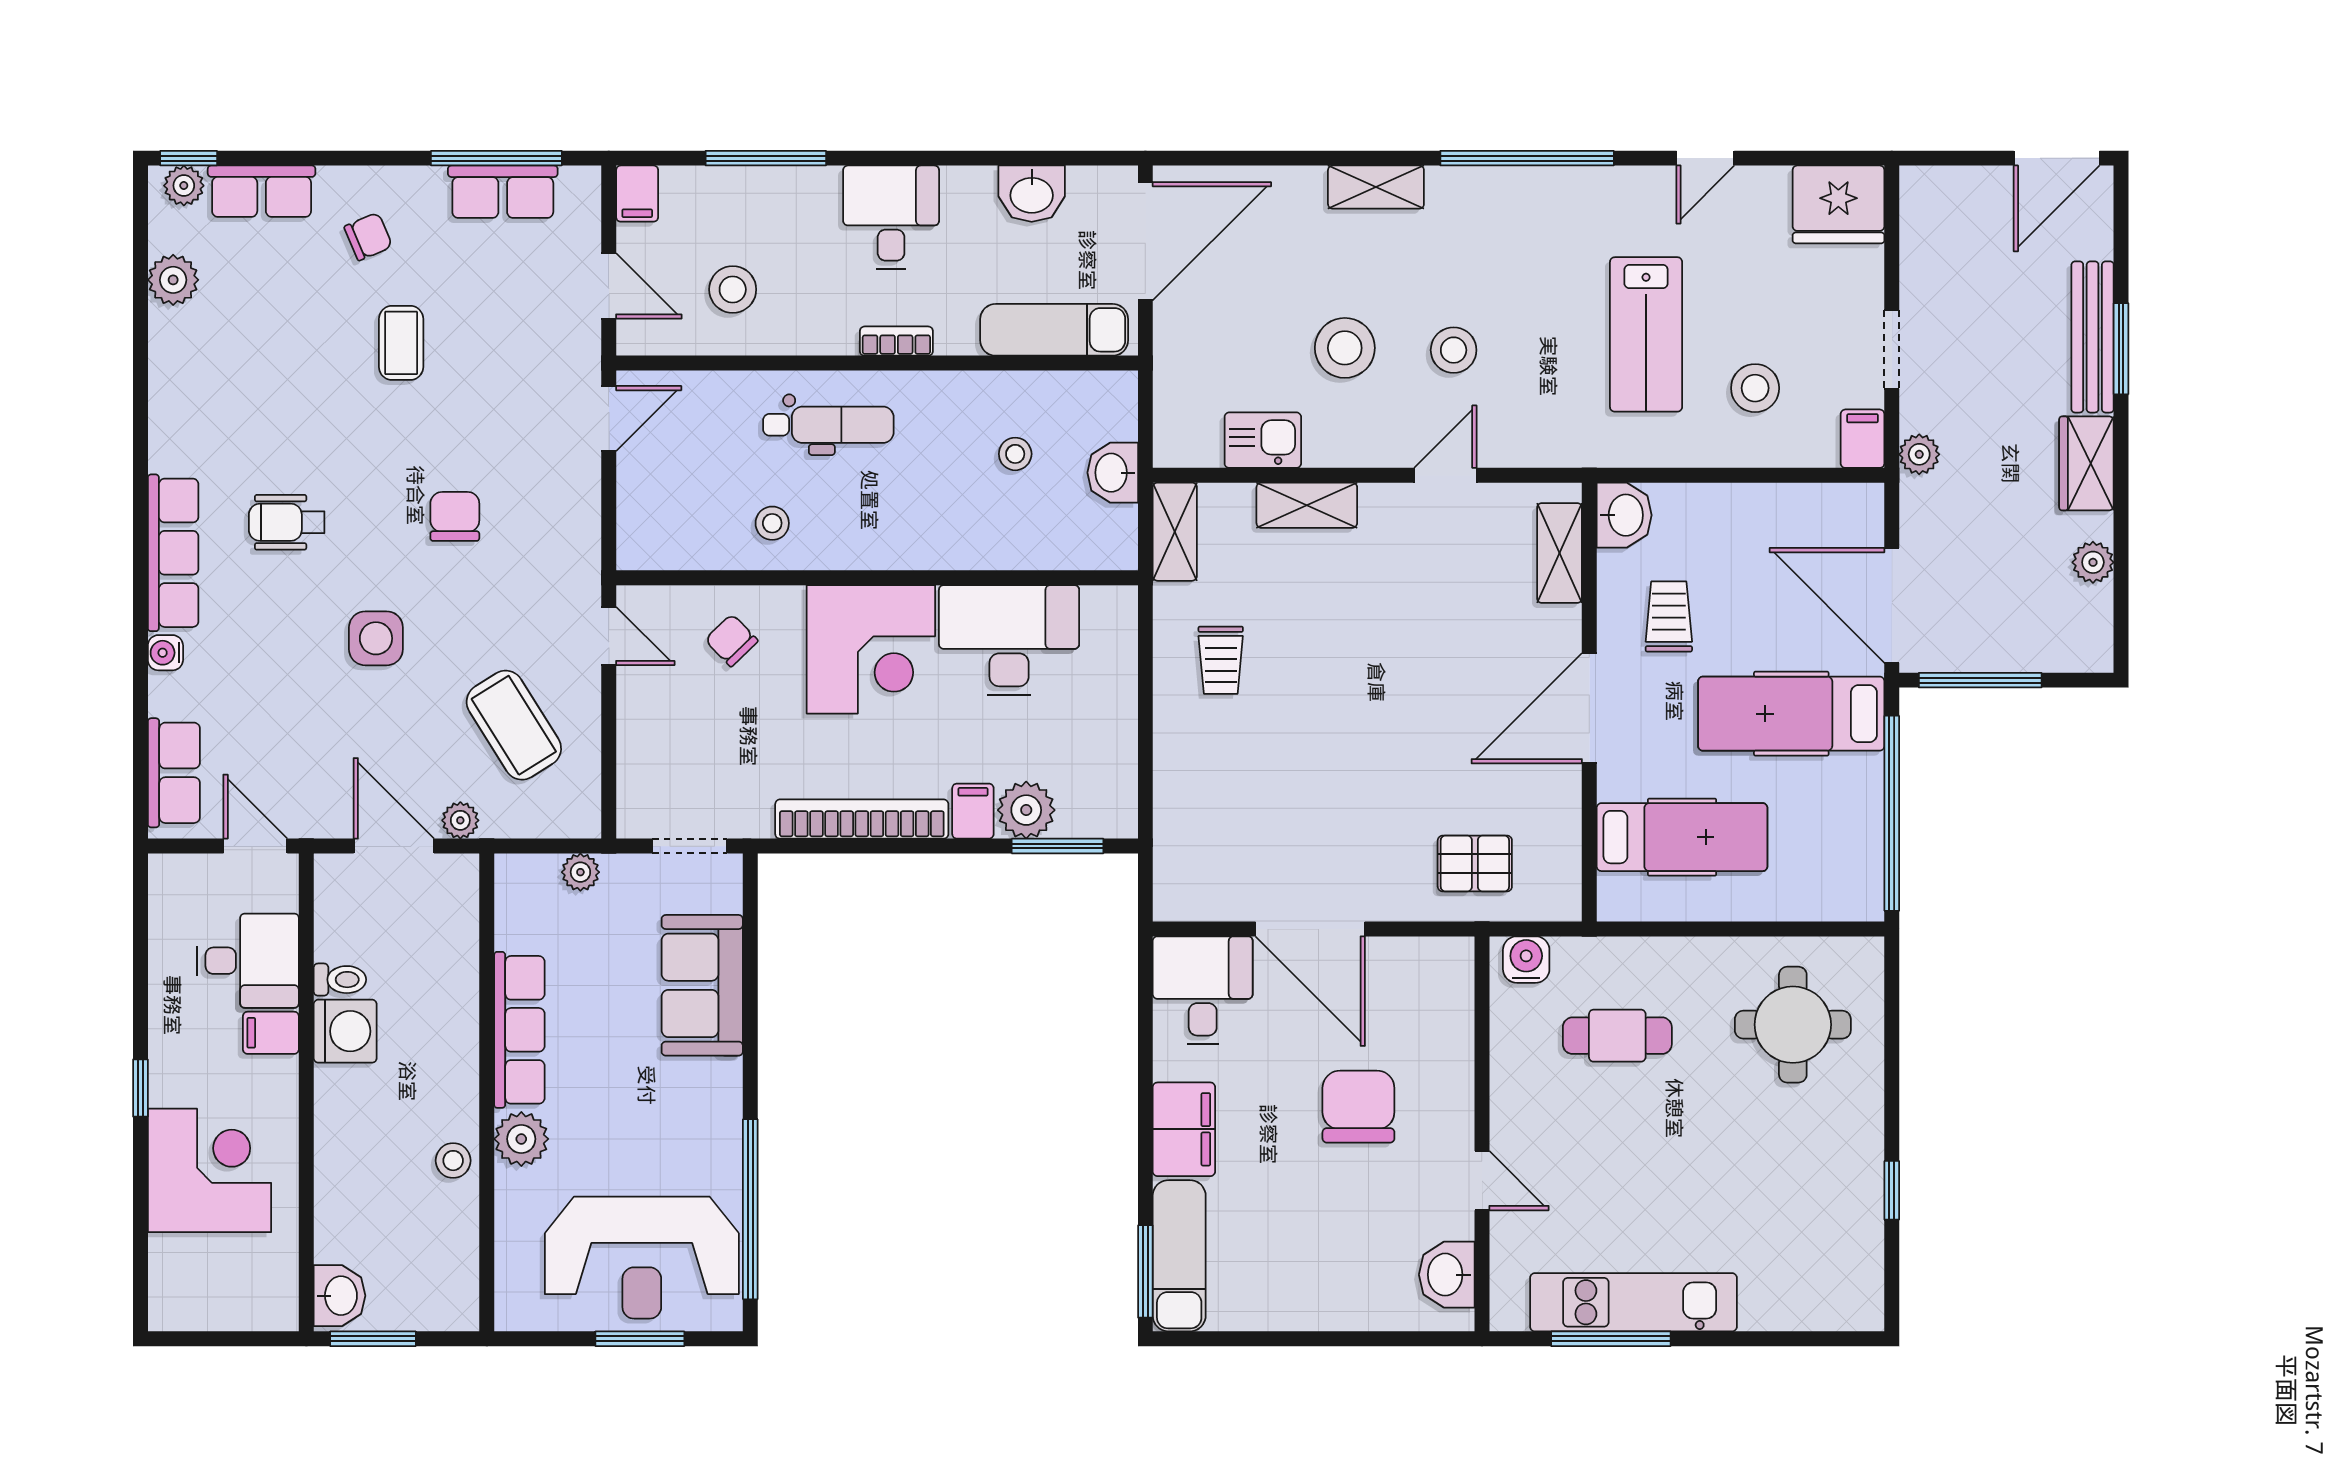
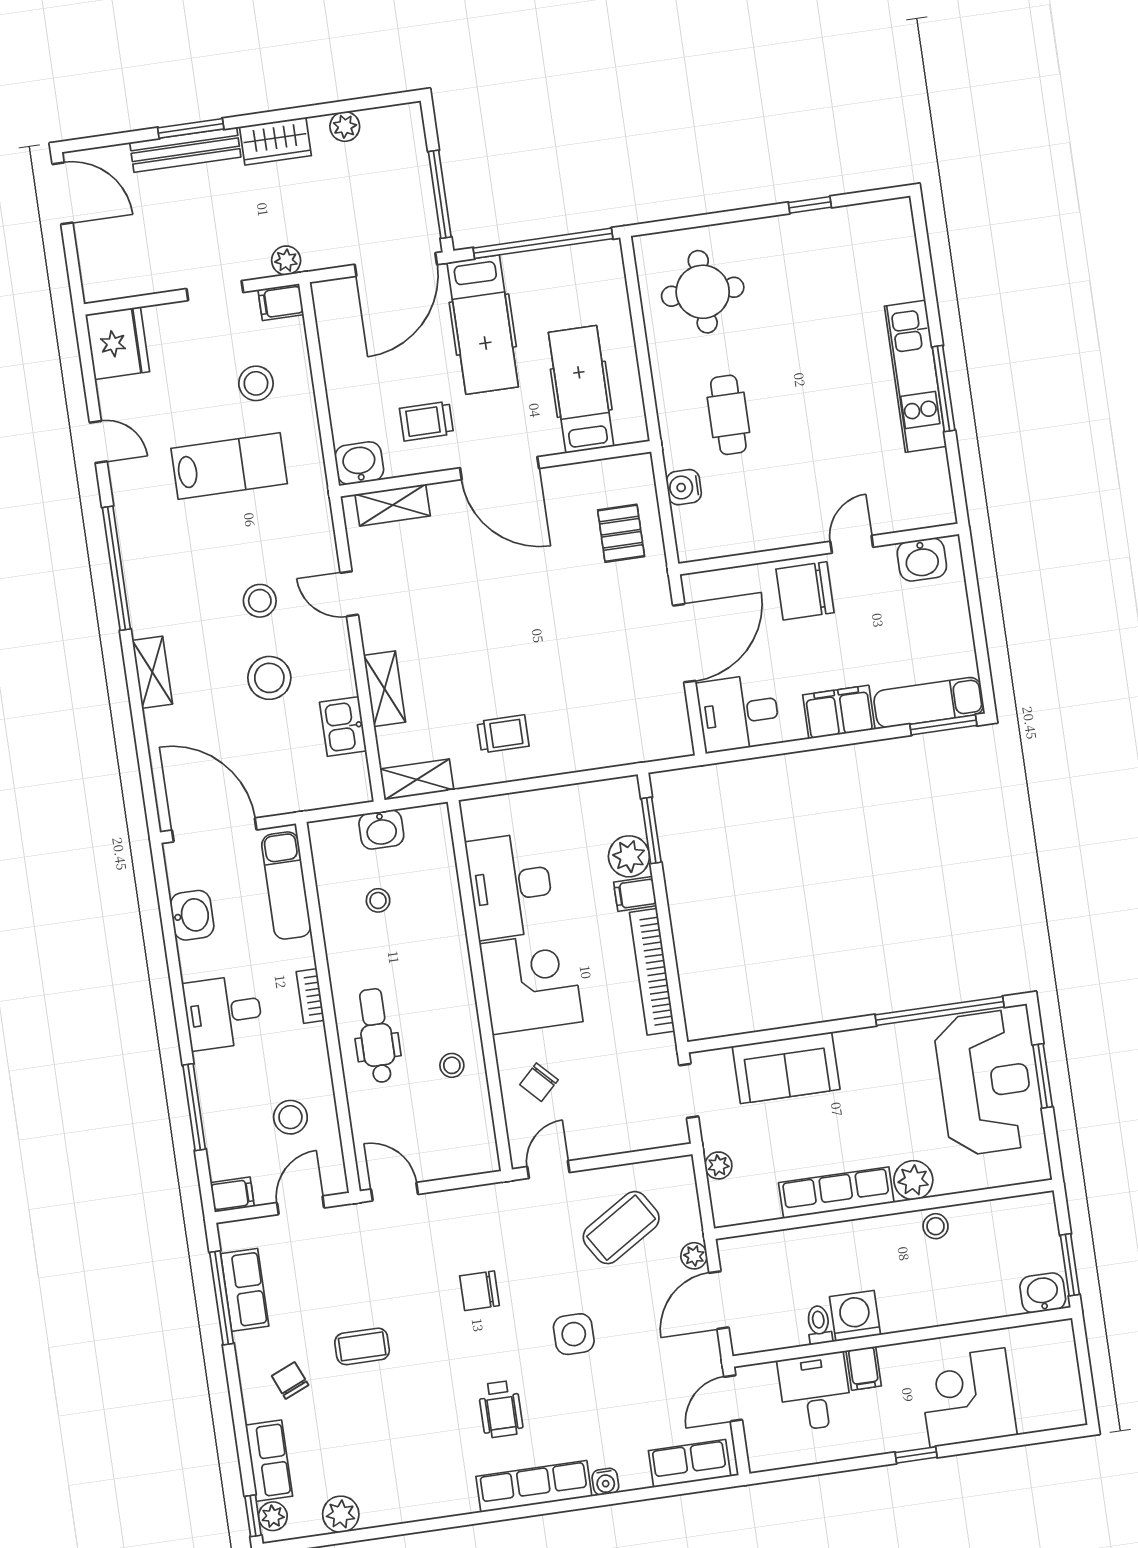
wall: (1482, 1134) -> (819, 549), moved
door: (1482, 1181) -> (852, 544), moved
washbasin: (1447, 1275) -> (922, 560), moved

